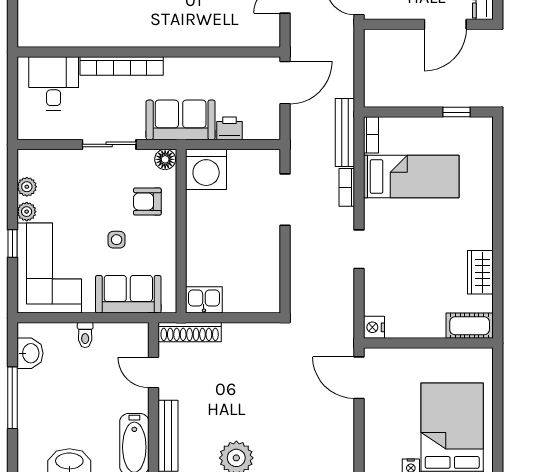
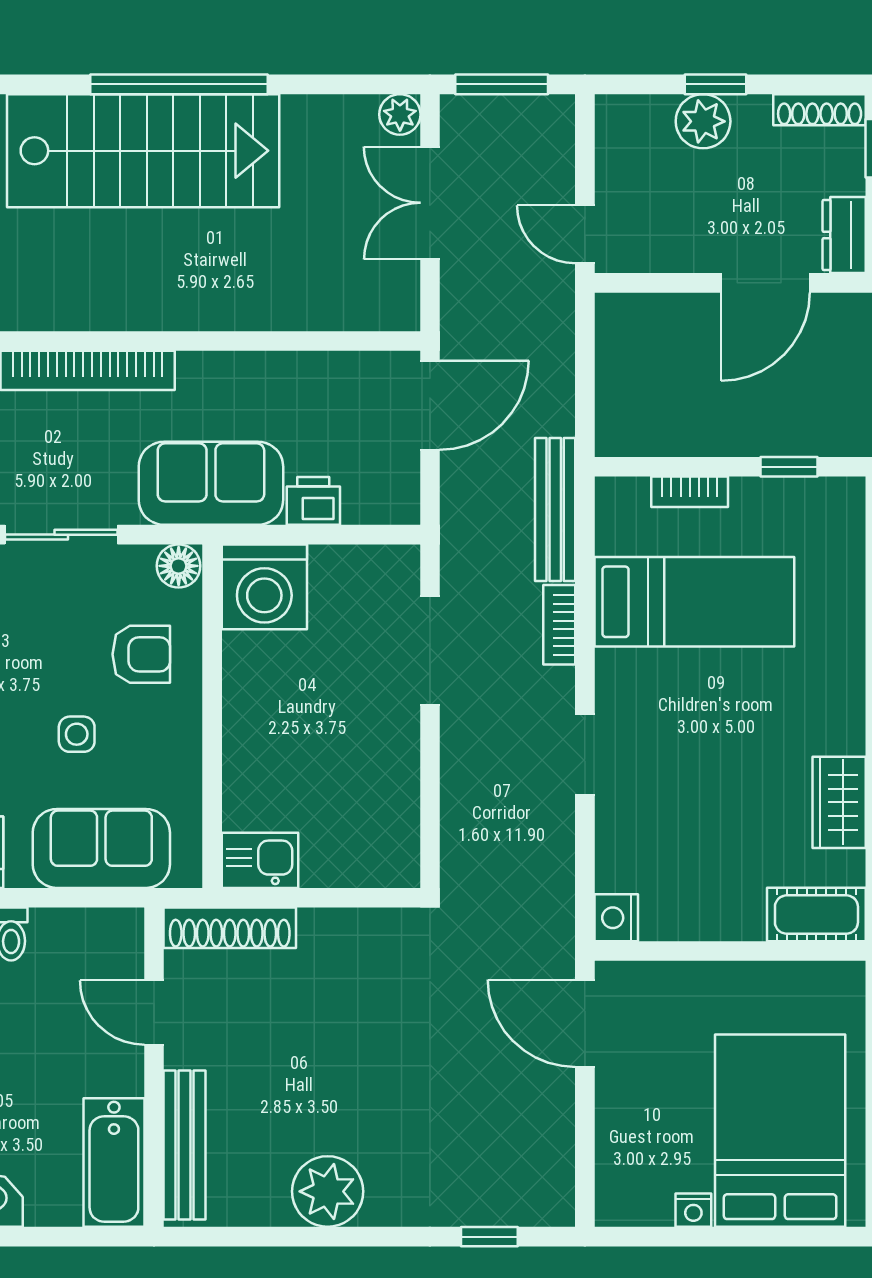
bookcase: (371, 135) -> (690, 492), moved, turned 90
armchair: (147, 202) -> (141, 654), turned 180

